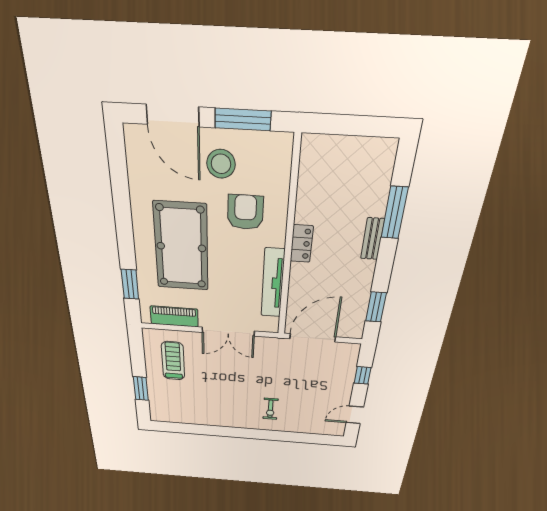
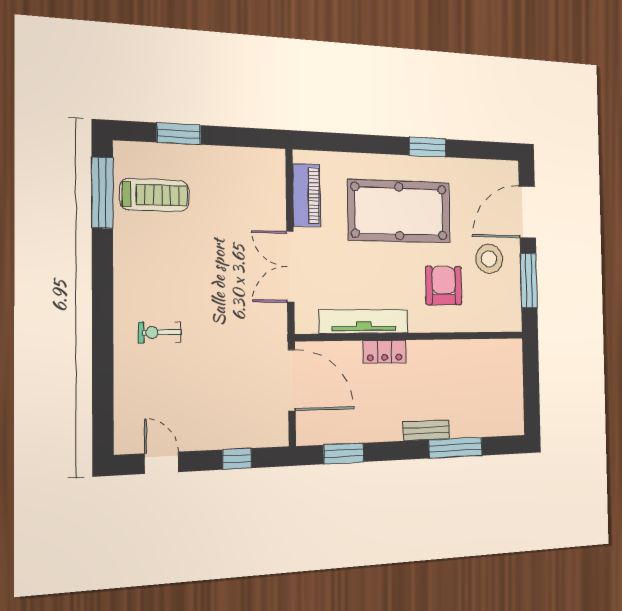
armchair: (245, 212) -> (444, 286), turned -90
locker: (302, 244) -> (385, 352), moved
window: (130, 284) -> (428, 147), moved
treadmill: (173, 361) -> (154, 195), moved
window: (183, 428) -> (102, 193), added

